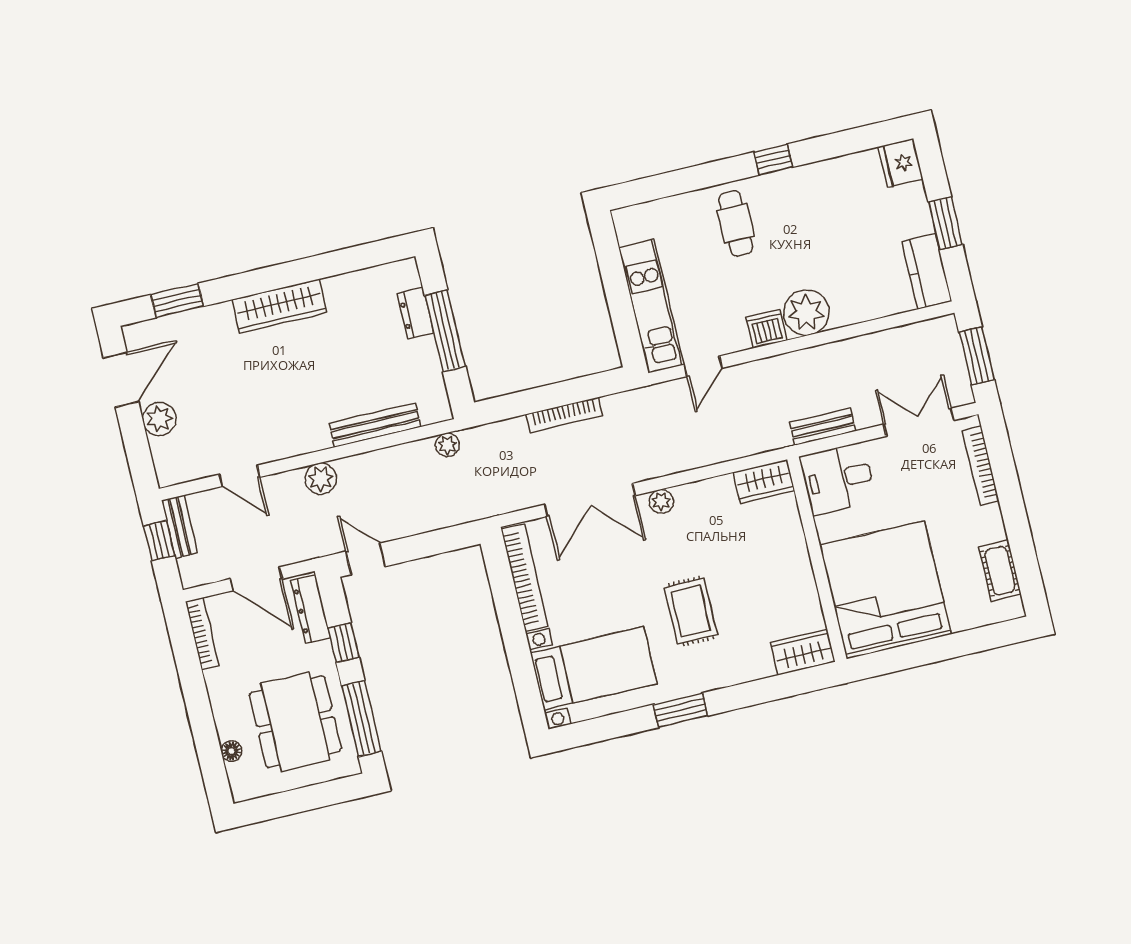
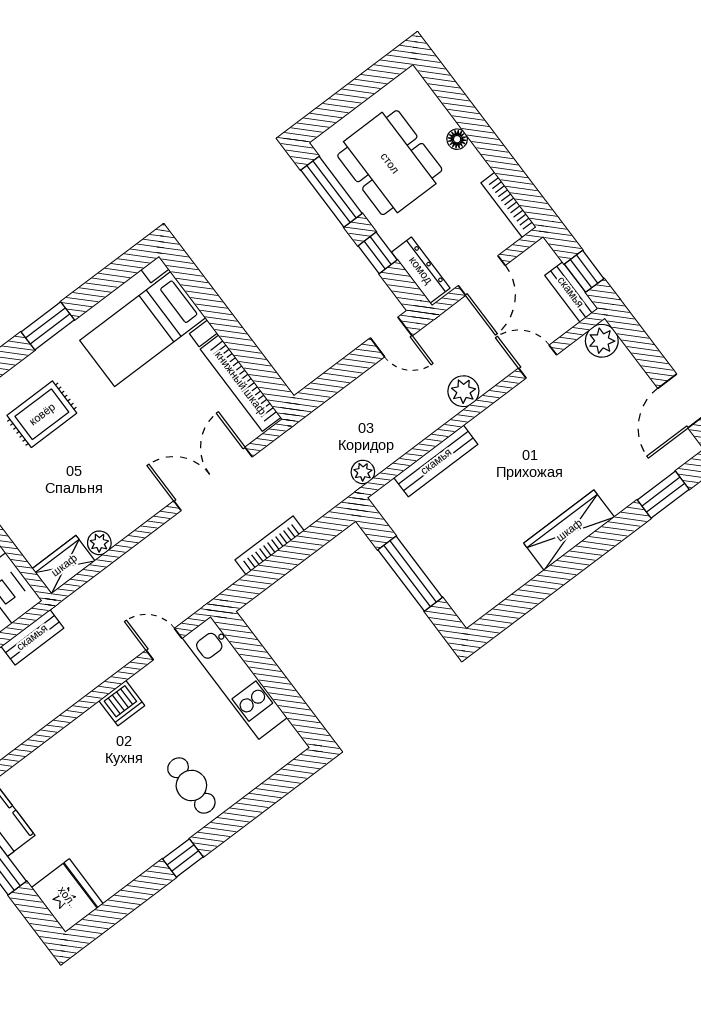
fridge: (901, 163) -> (67, 896), width x1.36, depth x1.34
dresser: (415, 313) -> (444, 578), removed
plant: (806, 313) -> (93, 733), removed
door: (703, 366) -> (164, 644), hinge flipped
plant: (159, 419) -> (602, 341), moved
plant: (661, 501) -> (99, 543), moved
door: (256, 579) -> (482, 276), swing flipped
rug: (691, 611) -> (42, 414), moved, turned 90
floor lamp: (231, 751) -> (457, 139), moved

